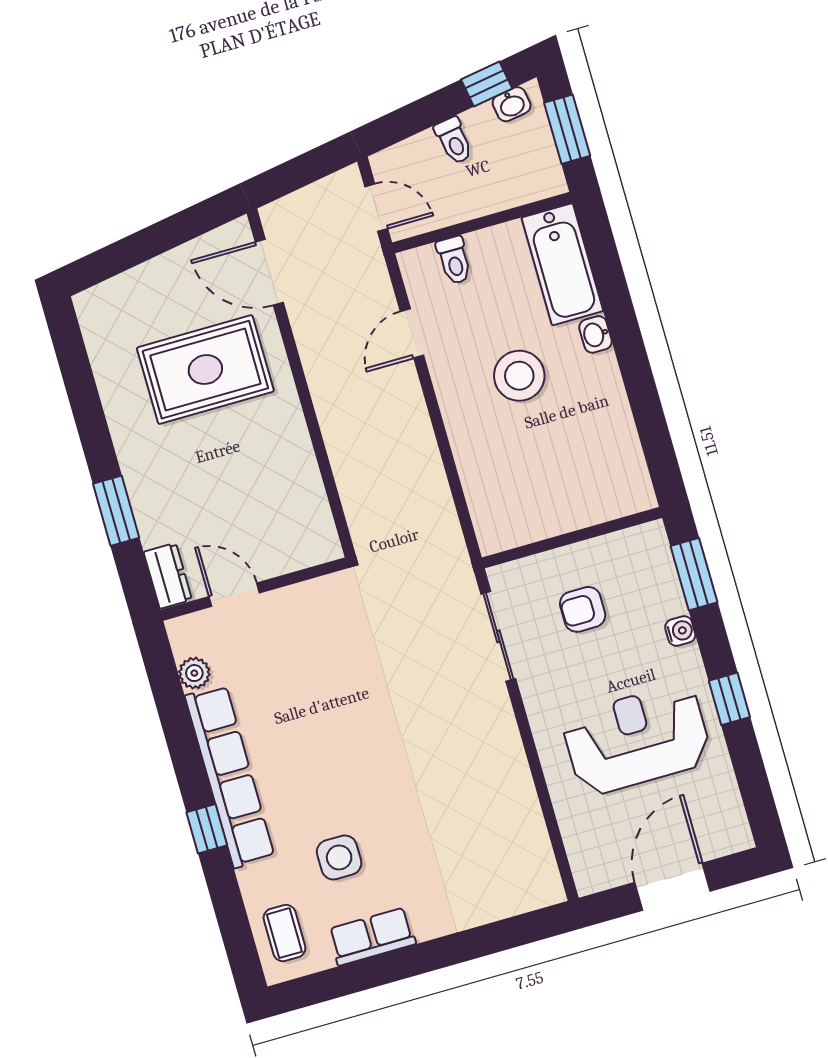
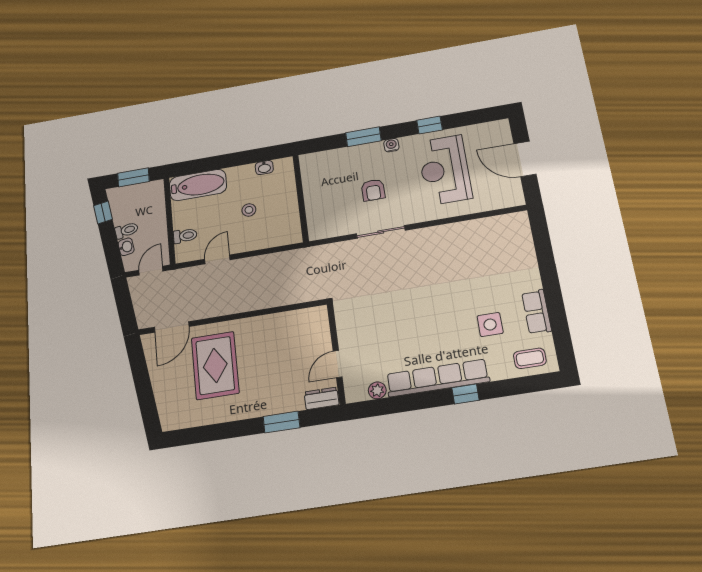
washbasin: (512, 104) -> (126, 247), moved
door: (412, 333) -> (217, 259), swing flipped
washbasin: (596, 334) -> (264, 168), moved
stool: (519, 376) -> (249, 210), width x0.53, depth x0.53
wall: (572, 538) -> (301, 198), moved

